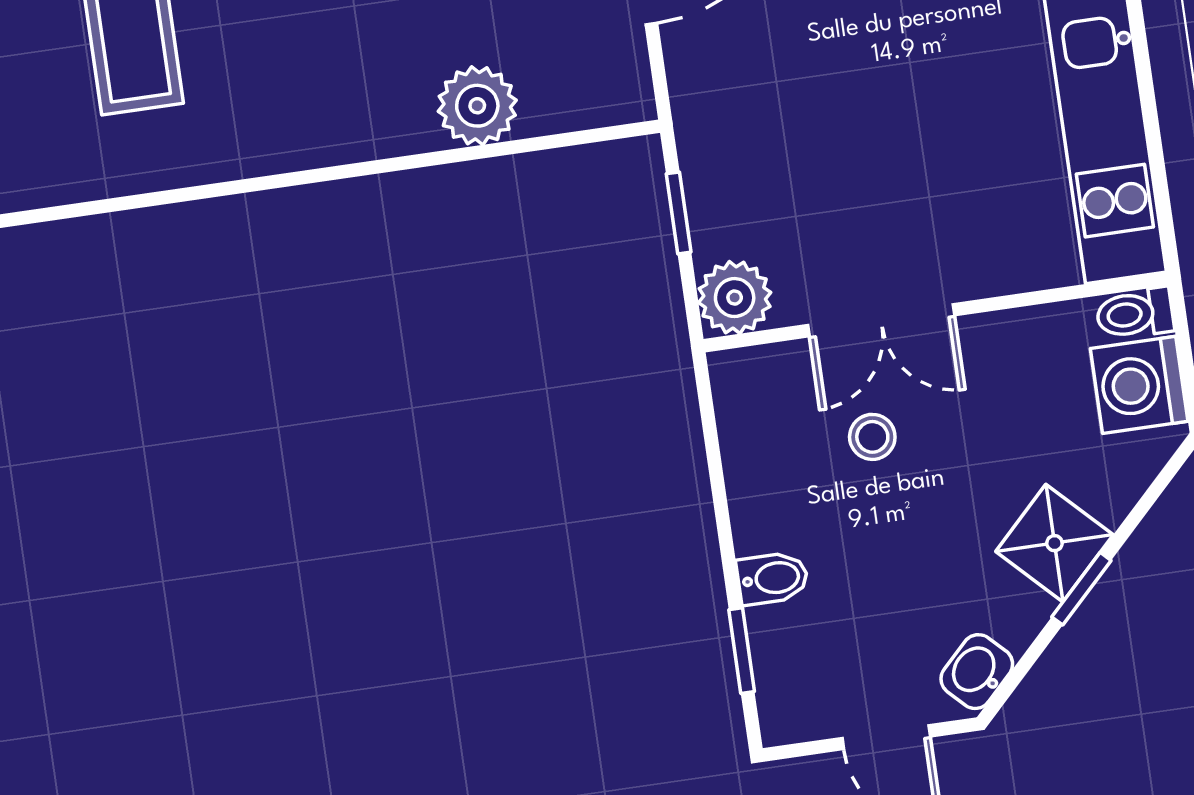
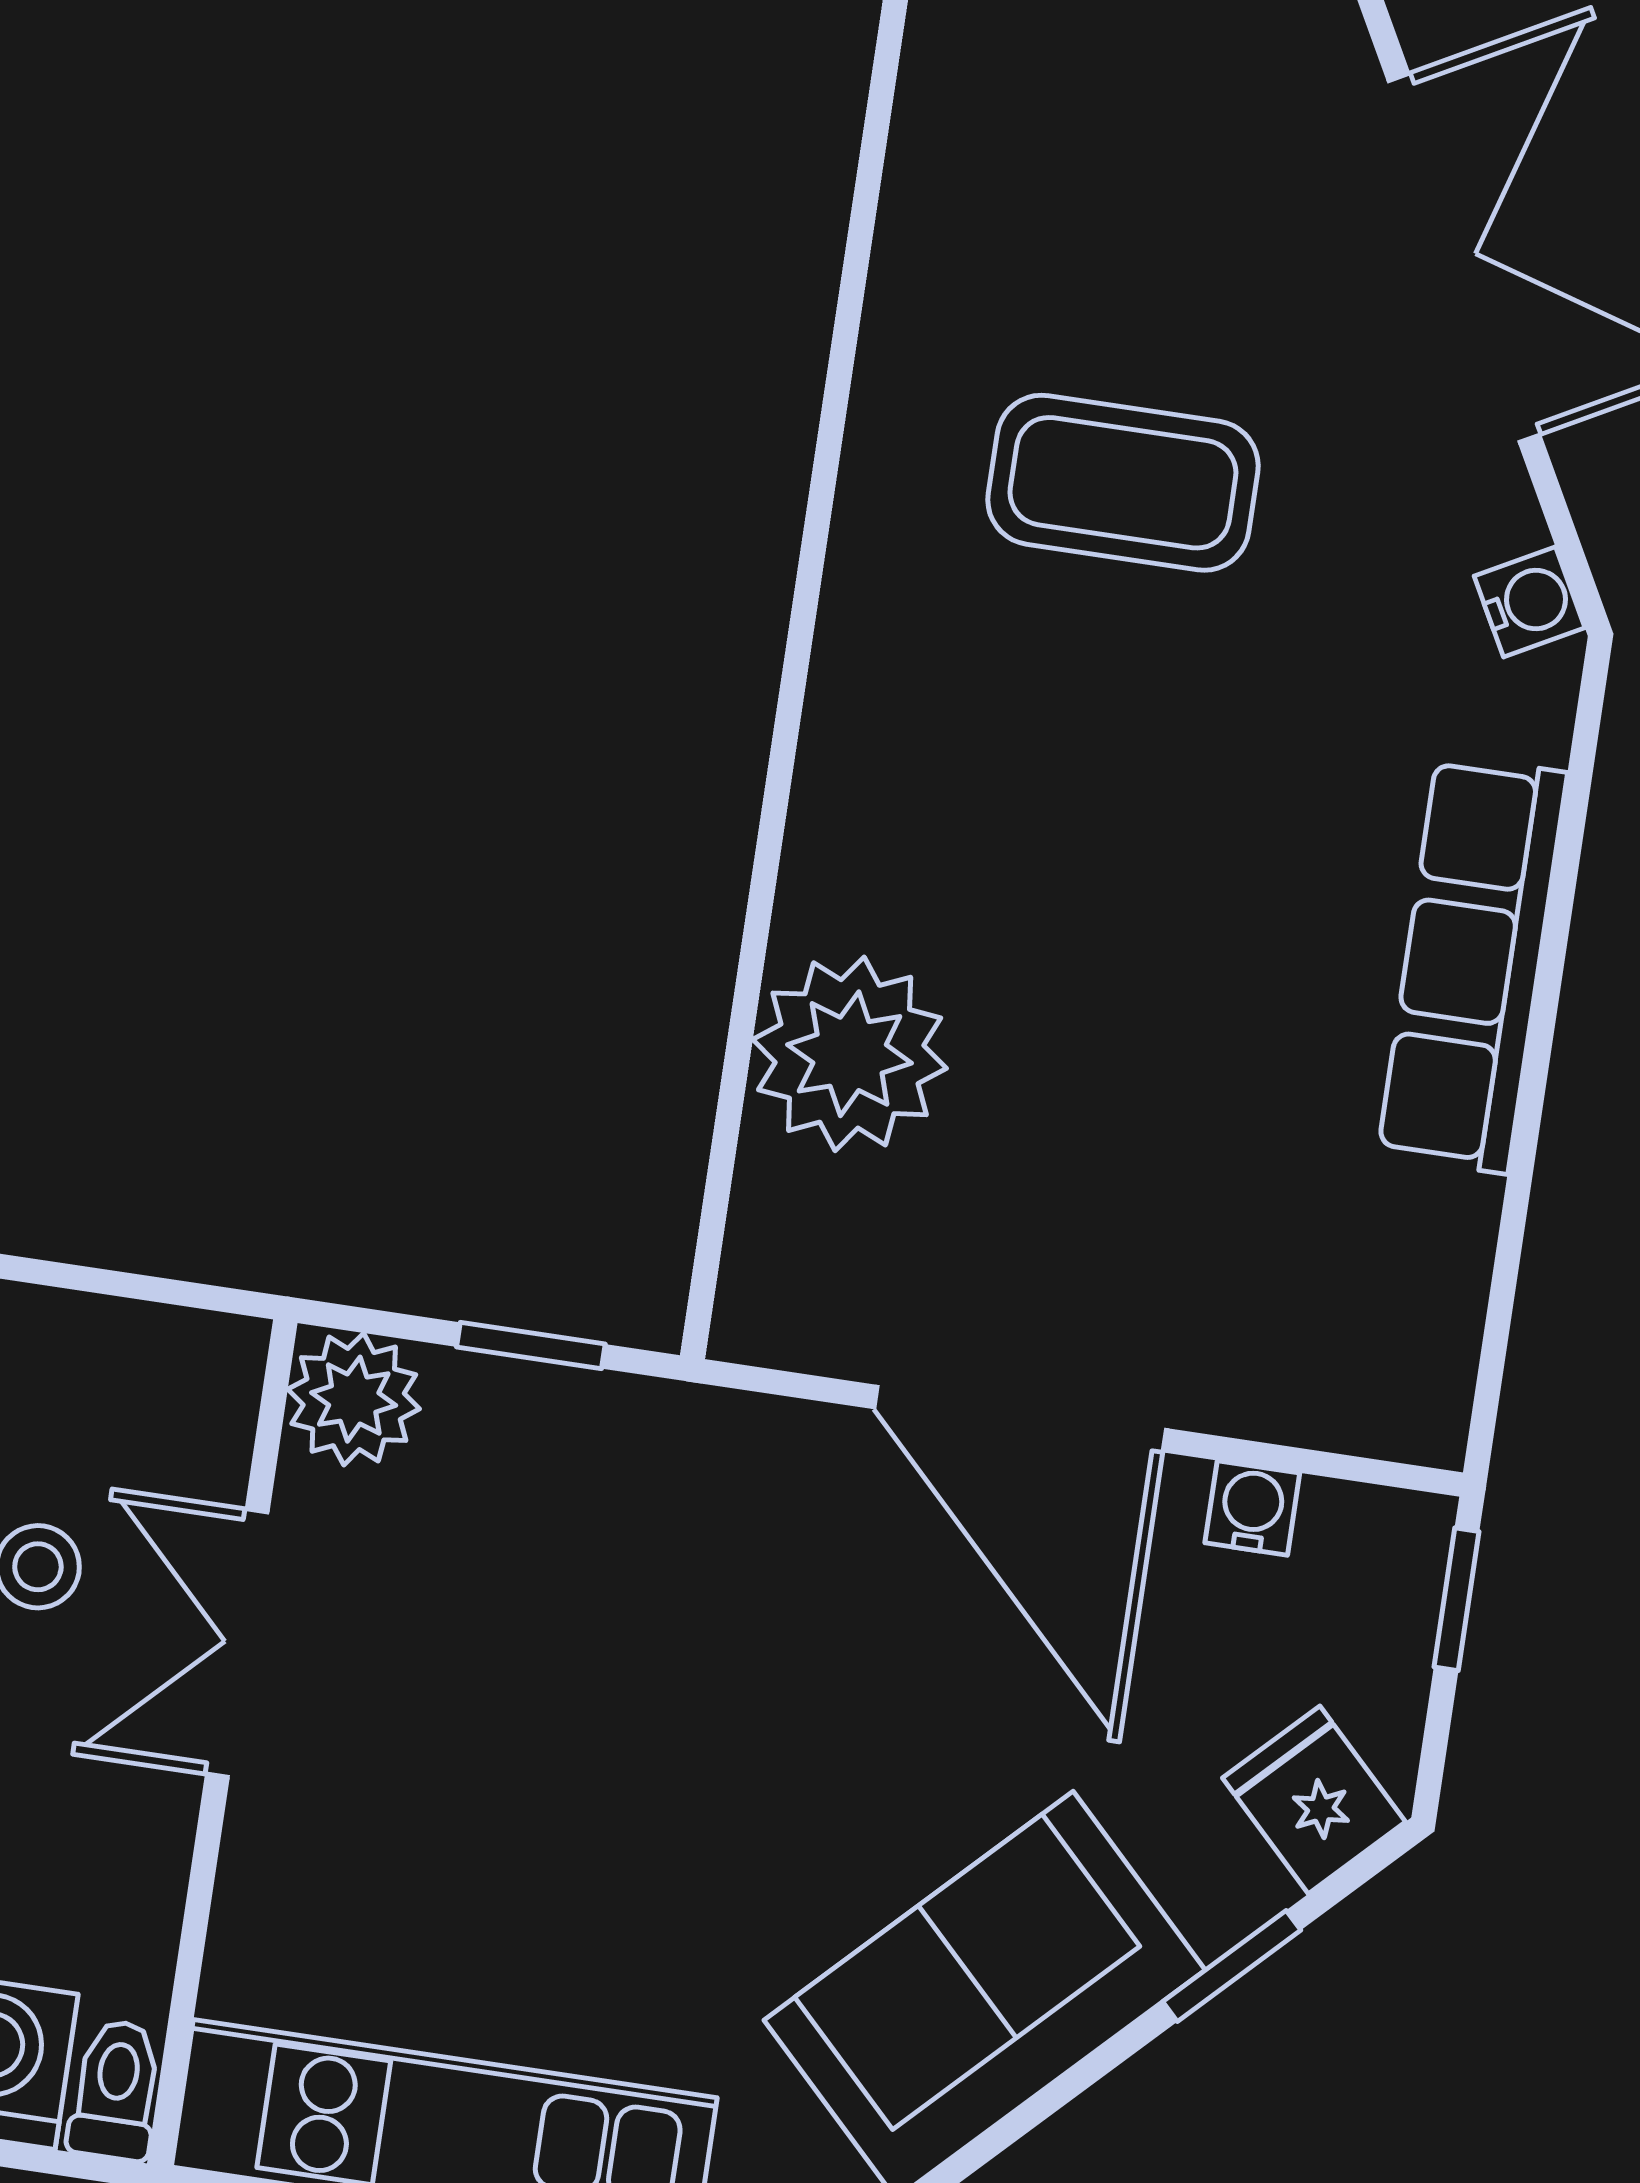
plant: (477, 106) -> (850, 1054), width x1.36, depth x1.36

